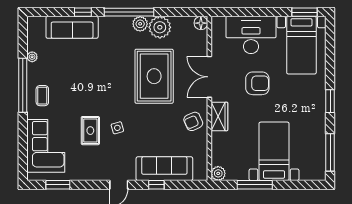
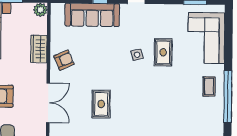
plant: (32, 57) -> (218, 124), removed
rug: (154, 76) -> (101, 104), width x0.54, depth x0.49
wardrobe: (219, 116) -> (39, 49), moved

